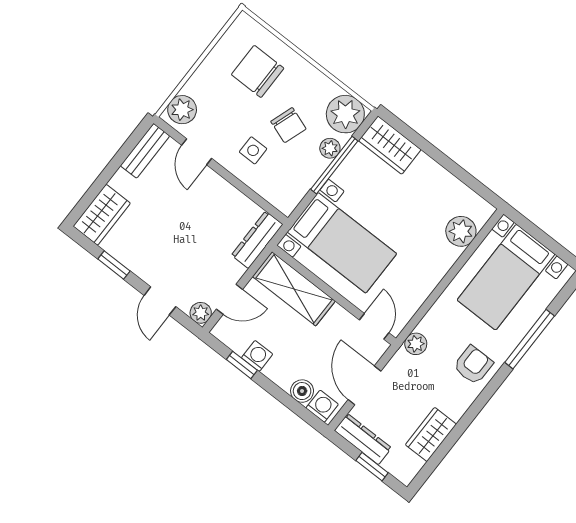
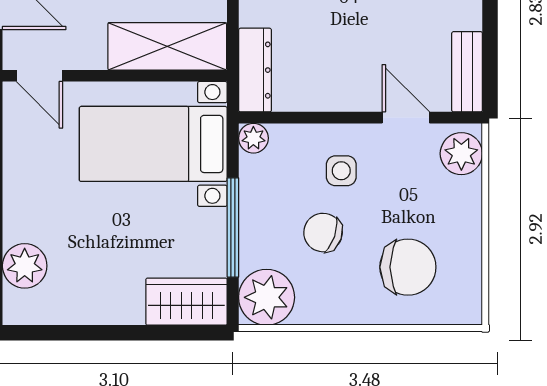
plant: (330, 148) -> (253, 138), moved

